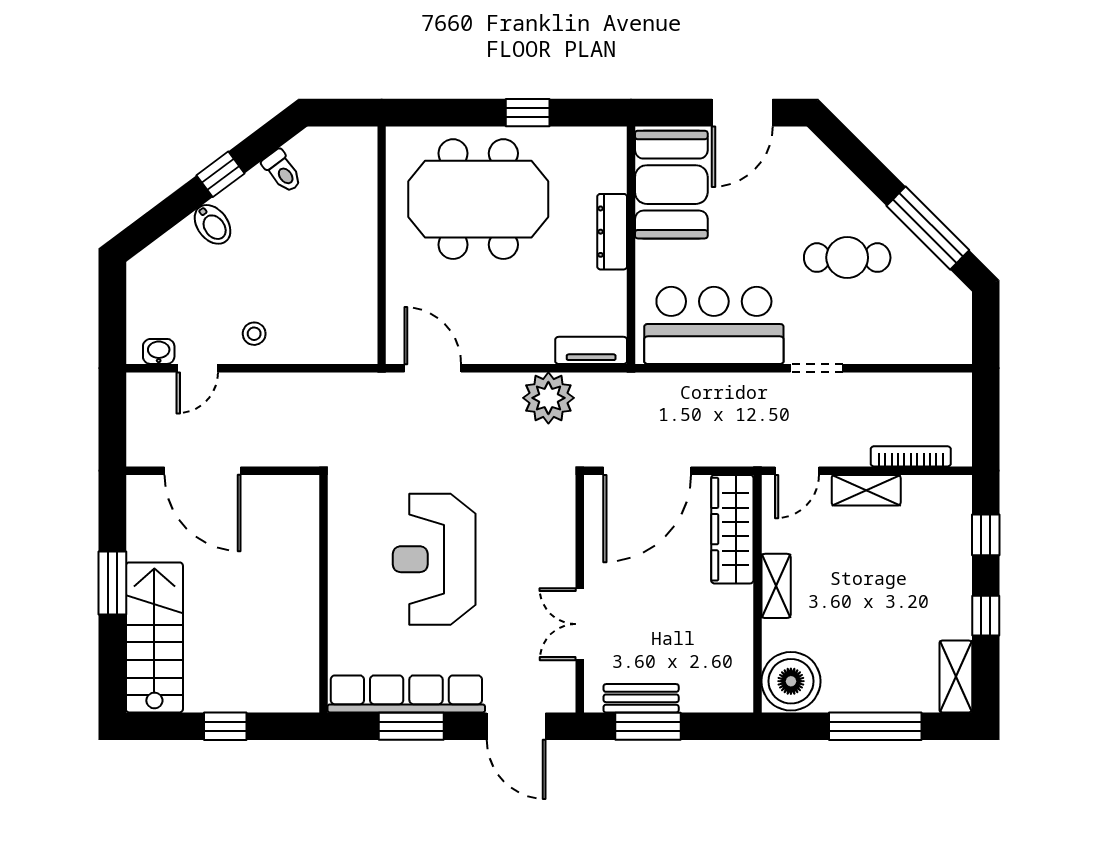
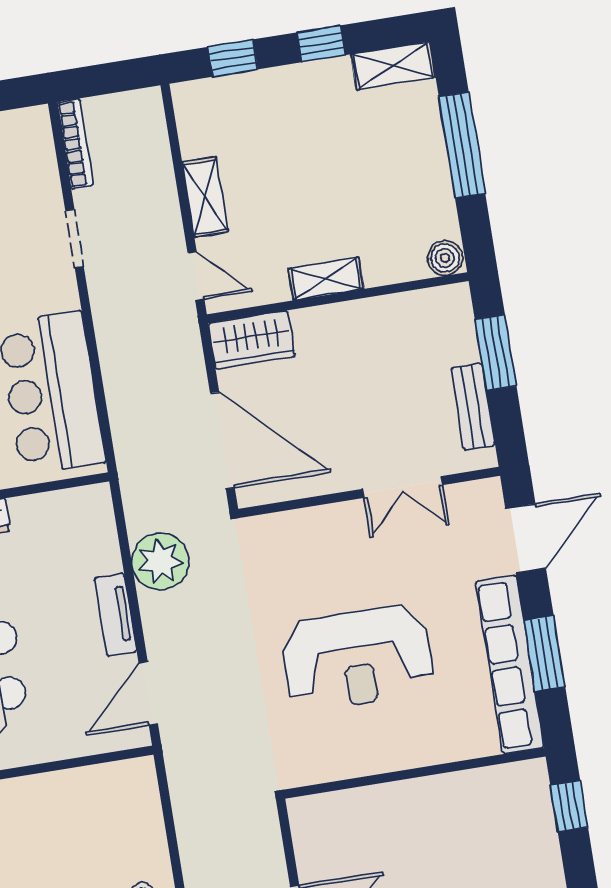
tv unit: (591, 350) -> (116, 615), moved
doorway: (817, 368) -> (75, 239), moved
bookcase: (911, 456) -> (75, 144), moved, turned 180
wardrobe: (732, 529) -> (252, 340), width x0.67
boiler: (791, 681) -> (445, 258), width x0.54, depth x0.54
window: (225, 726) -> (569, 806), moved
window: (648, 726) -> (496, 353), moved

